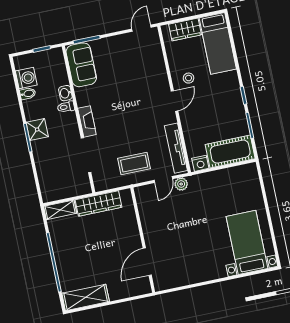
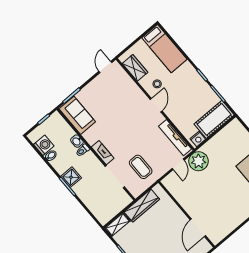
wardrobe: (185, 30) -> (135, 68), moved, turned -90
coffee table: (134, 164) -> (141, 167), moved, turned 90
plant: (181, 184) -> (198, 161), width x1.88, depth x1.88

